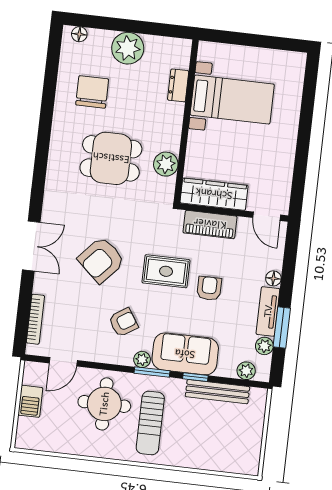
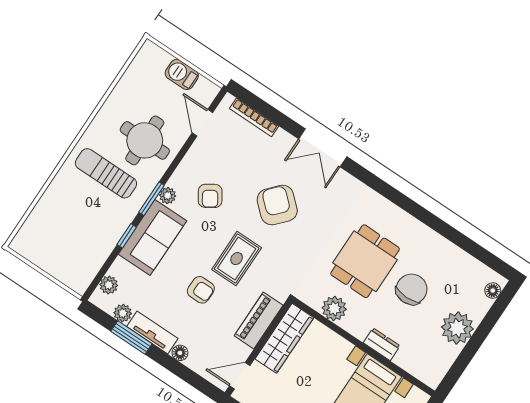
dresser: (178, 85) -> (382, 344), moved
chair: (92, 92) -> (412, 289), moved, turned -90
bench: (217, 392) -> (103, 249), removed

